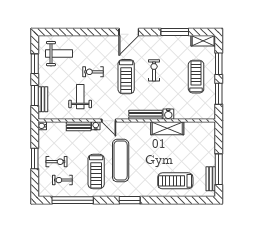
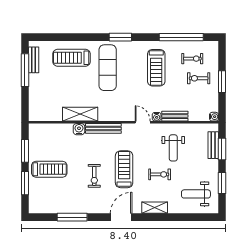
shelving: (203, 41) -> (155, 208), moved
treadmill: (196, 77) -> (49, 169), turned -90
exercise mat: (121, 161) -> (108, 68), moved
treadmill: (96, 171) -> (156, 68), turned 180
treadmill: (175, 181) -> (71, 58), turned 180

